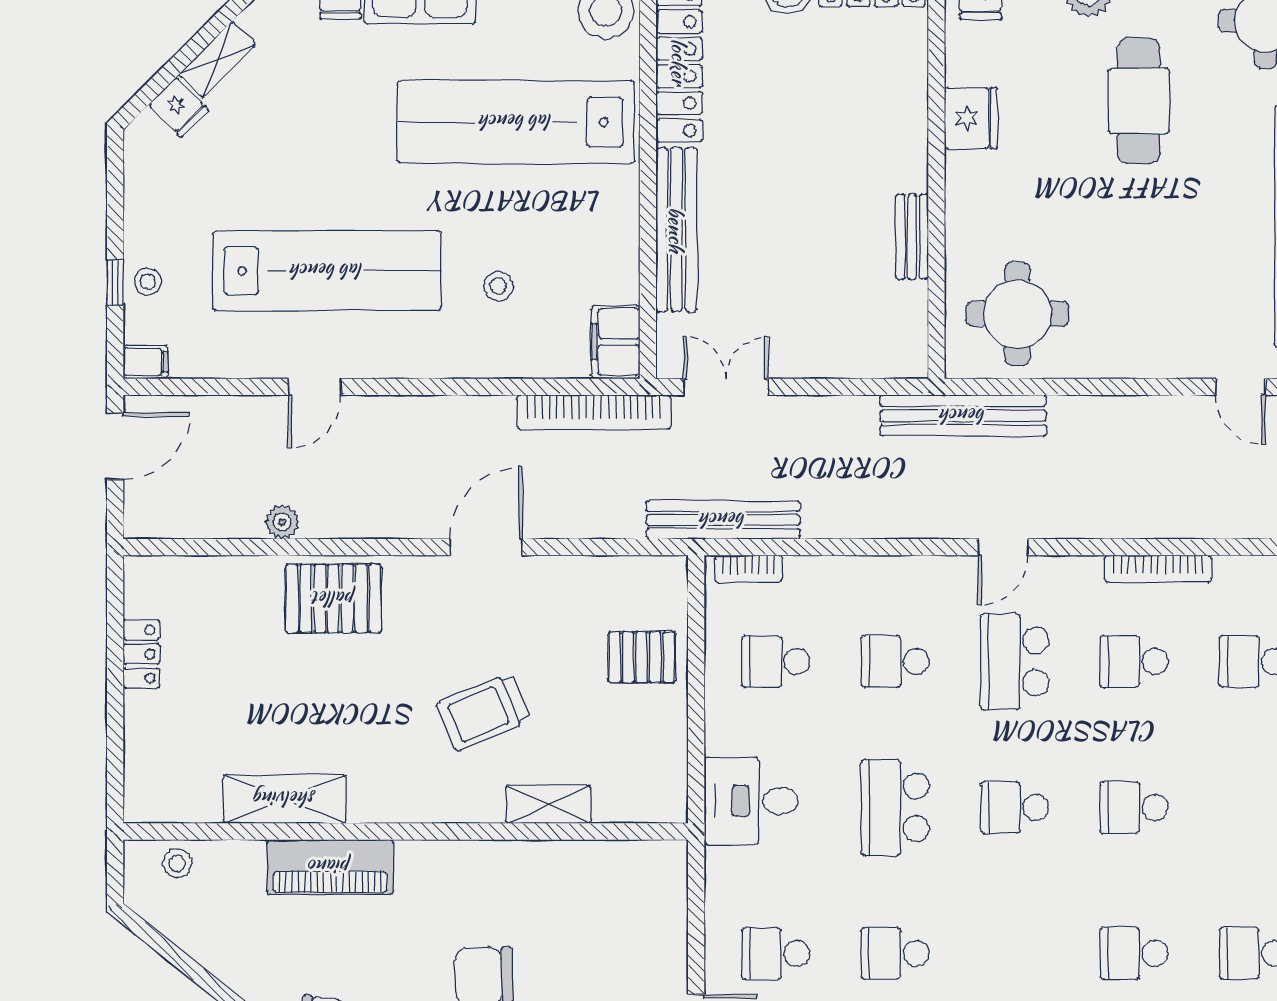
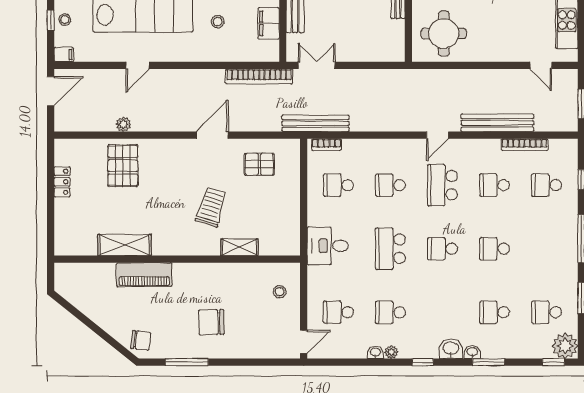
filing cabinet: (616, 342) -> (269, 23), moved
bench: (963, 416) -> (497, 123), moved
bookcase: (1158, 569) -> (525, 145), moved
pallet: (334, 599) -> (123, 166), moved, turned 90
pallet: (642, 657) -> (259, 164), moved
trolley: (484, 712) -> (211, 207), turned 130
stool: (177, 863) -> (280, 292), moved

